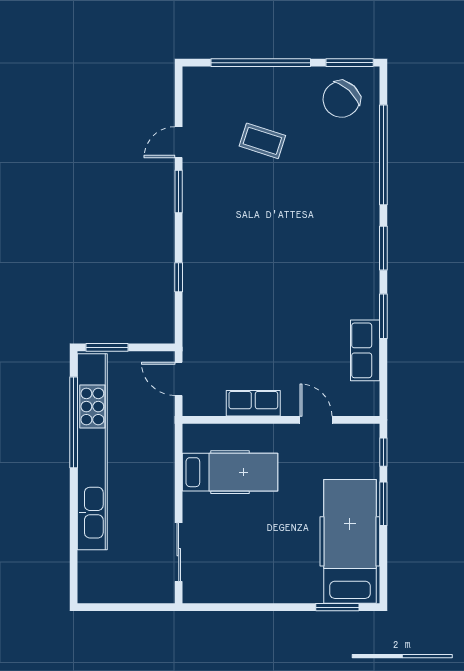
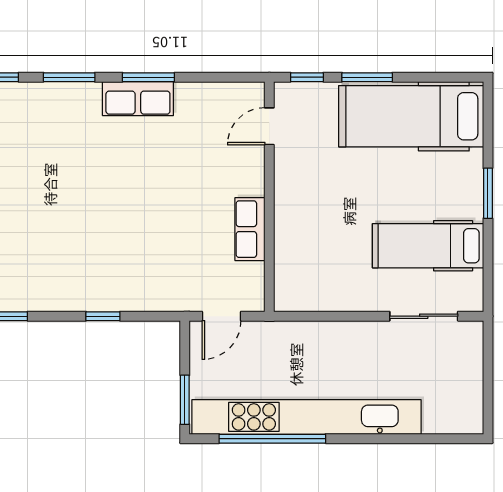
row of seats: (365, 350) -> (138, 99), moved
door: (316, 420) -> (269, 126), moved
hospital bed: (230, 472) -> (428, 246), moved, turned -90
window: (337, 607) -> (488, 193), moved

